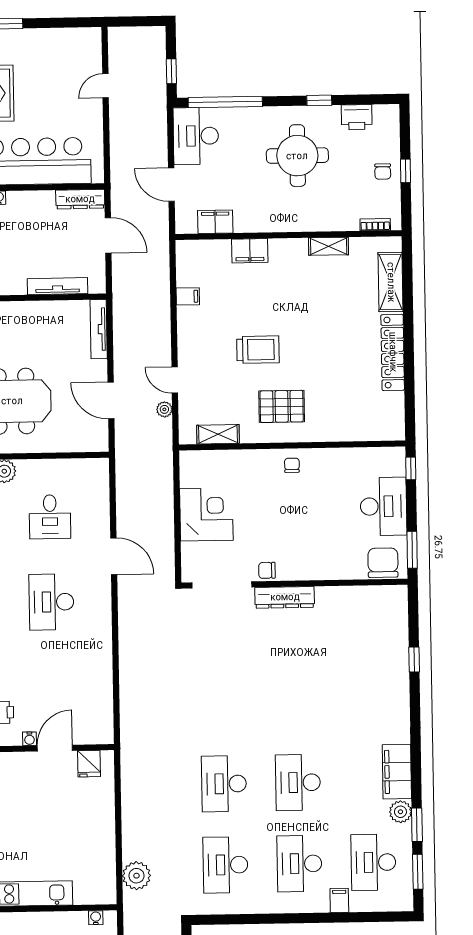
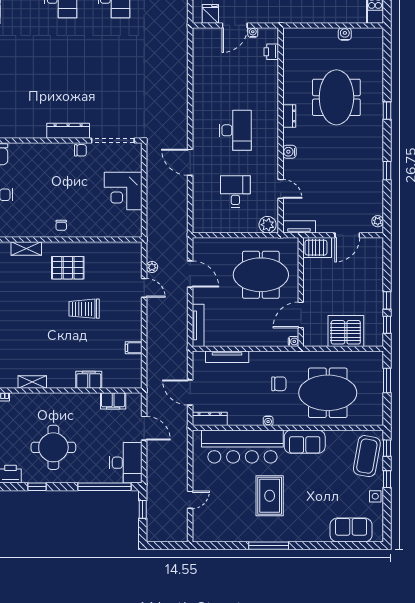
shelving: (218, 434) -> (26, 249), moved

